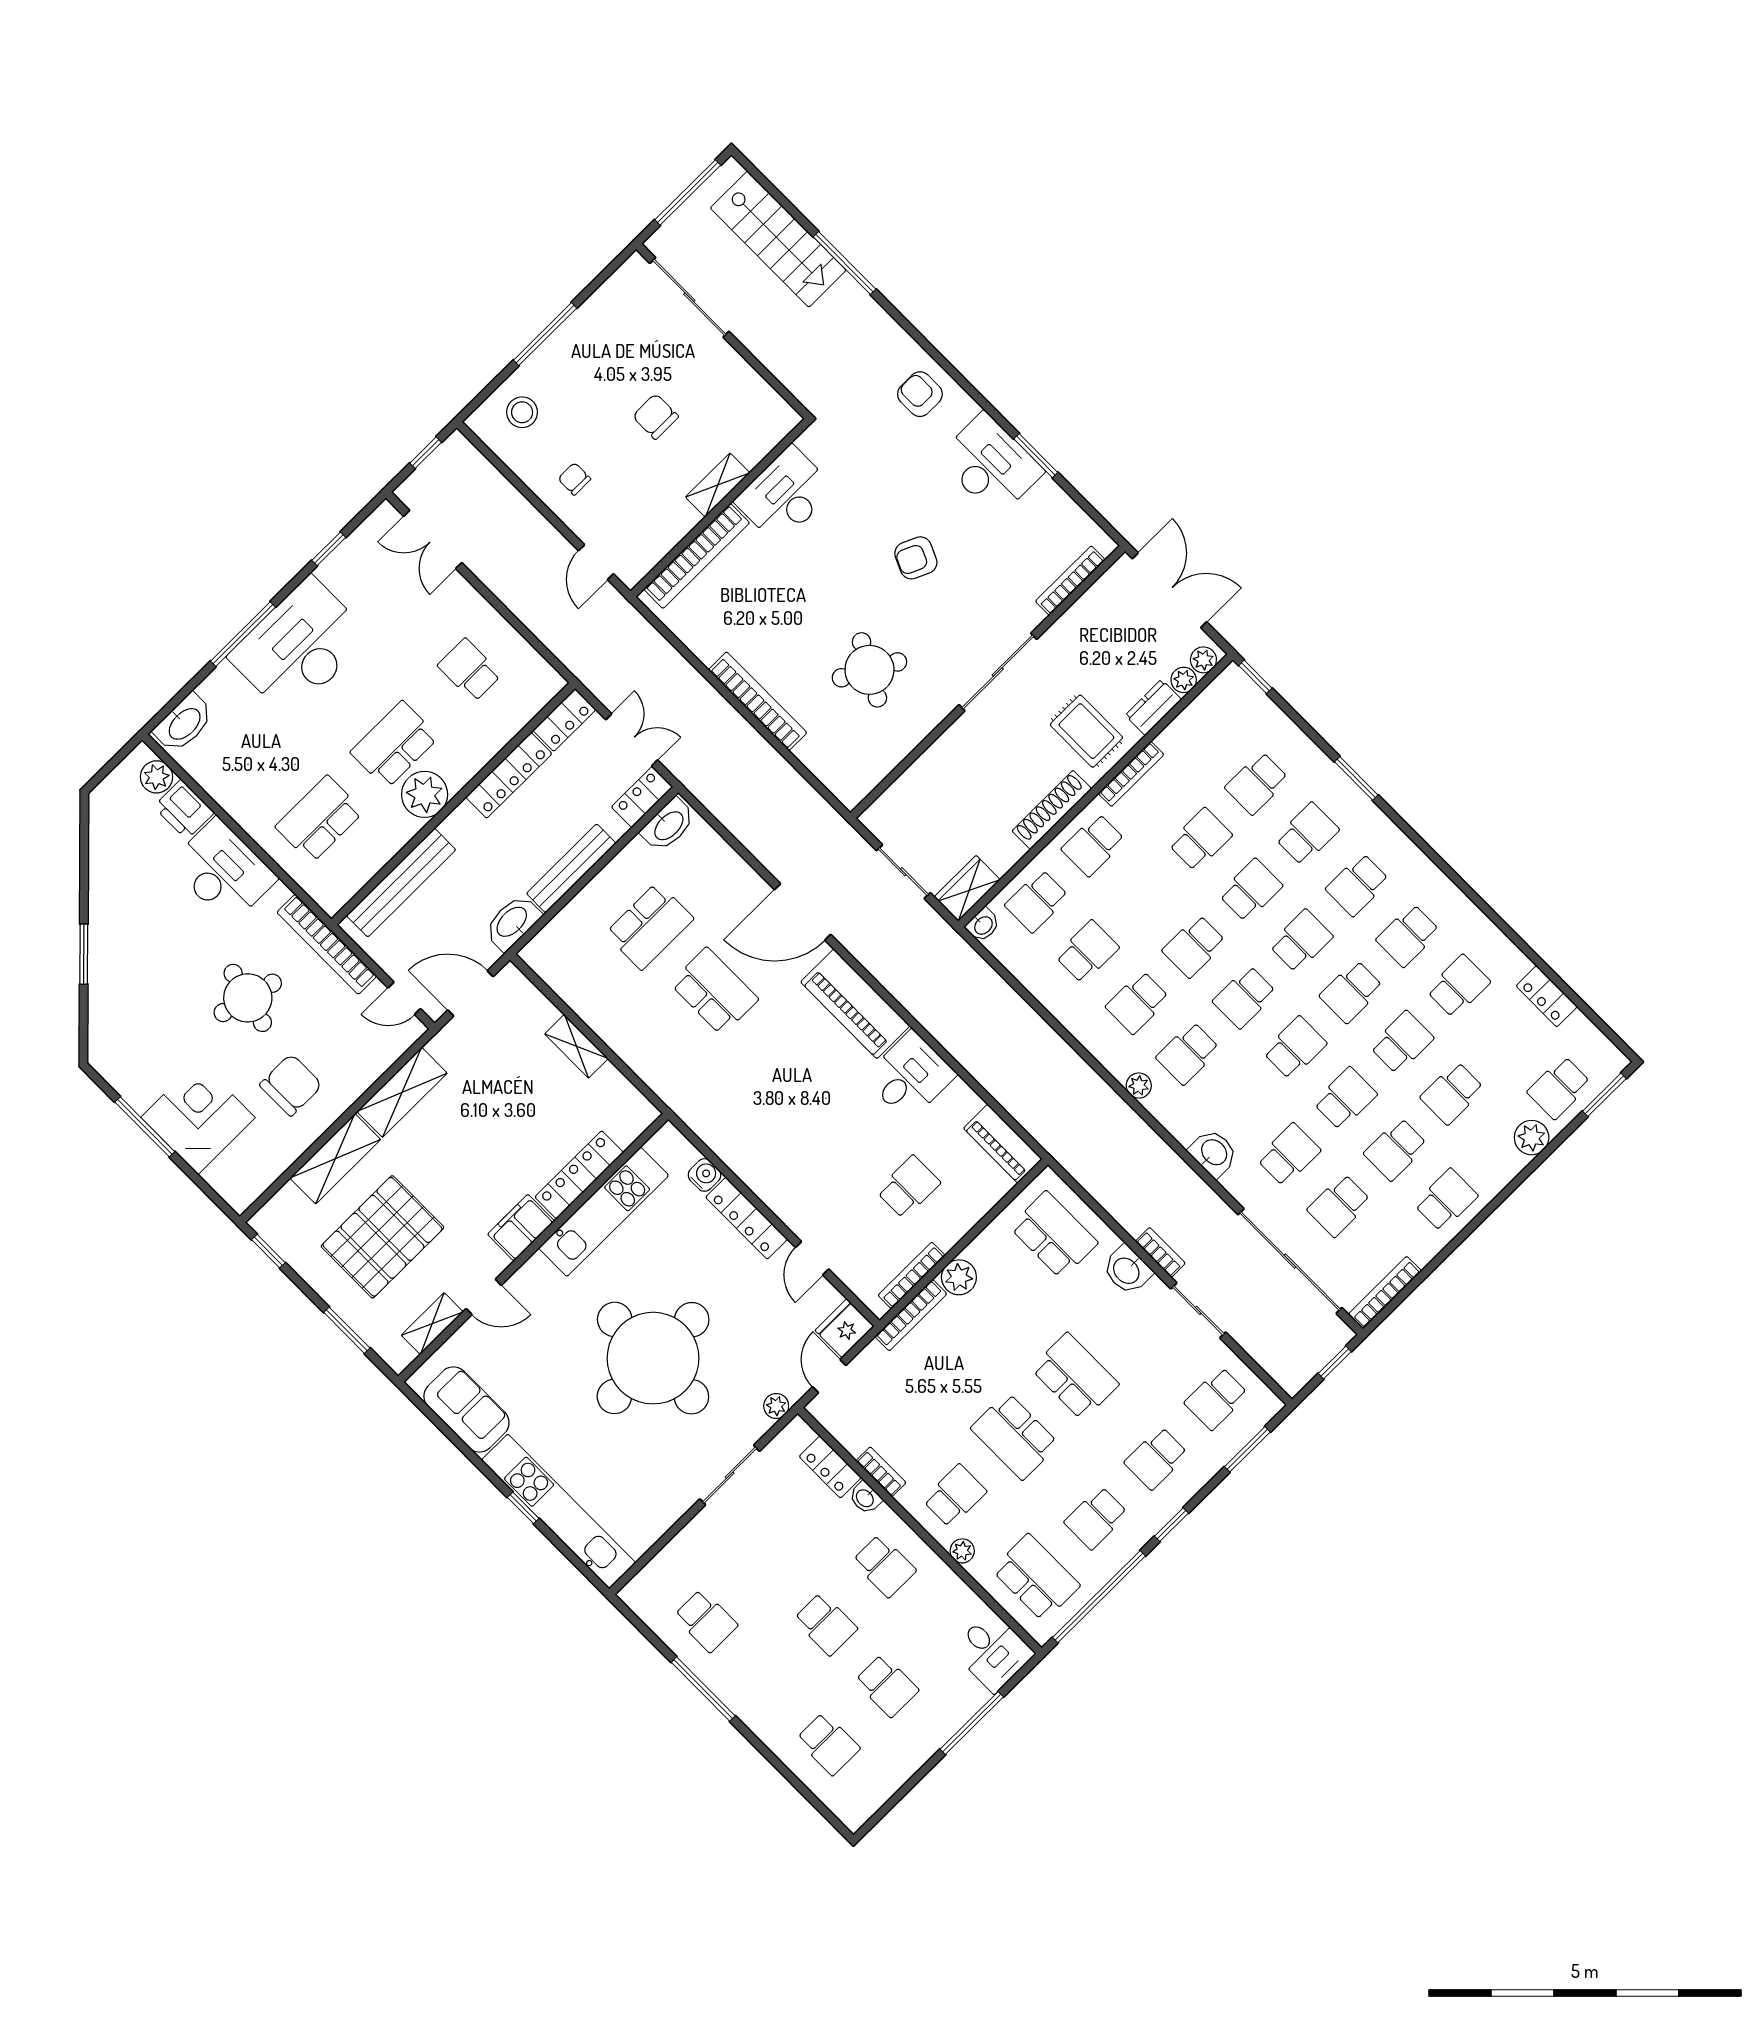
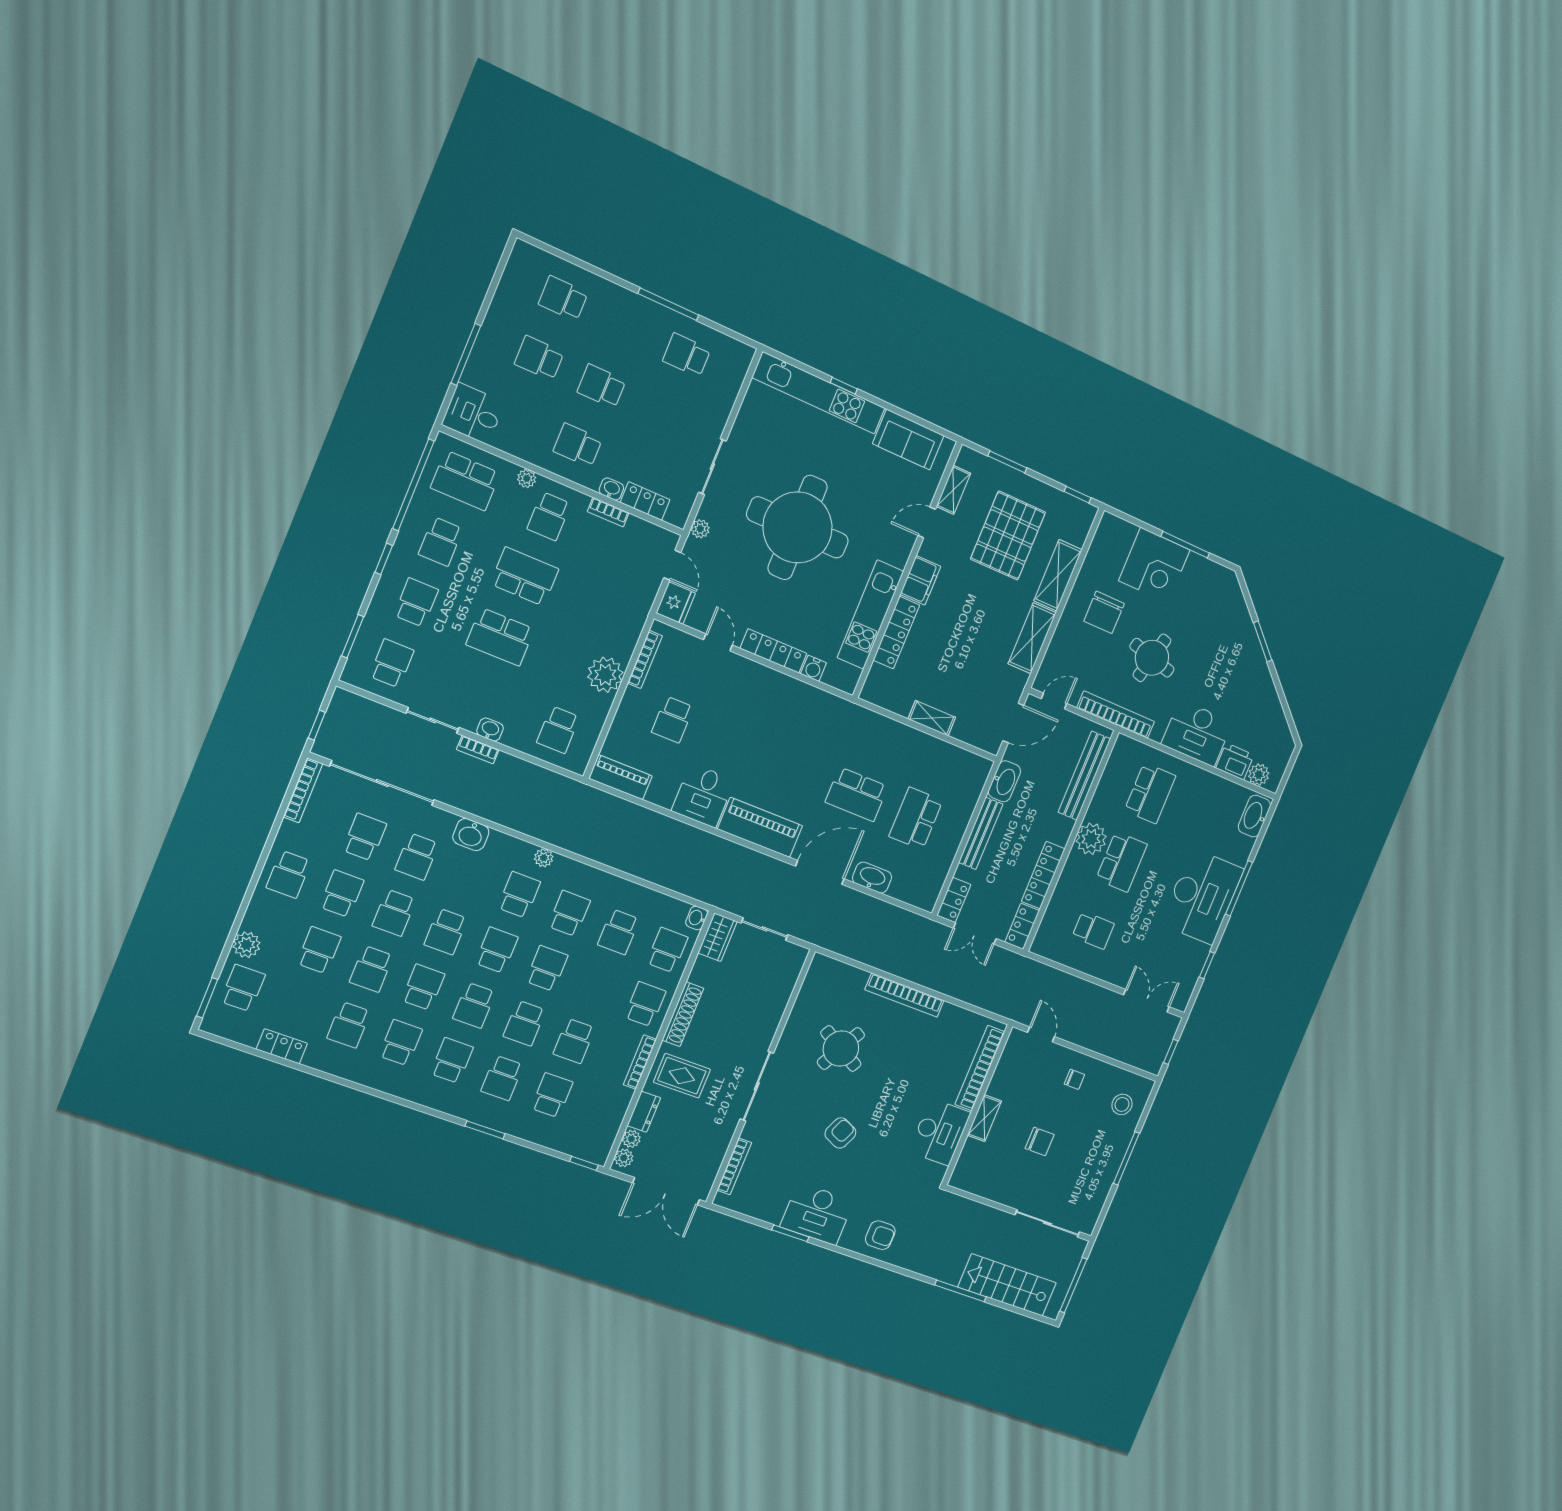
washbasin: (668, 825) -> (872, 878), moved, turned 90
school desk: (1054, 1235) -> (558, 730), width x0.54
washbasin: (1127, 1270) -> (490, 730), width x0.72, depth x0.69
plant: (959, 1277) -> (605, 675), width x1.36, depth x1.36
bookcase: (911, 1315) -> (634, 632), removed
school desk: (1096, 1518) -> (441, 541), turned 180

